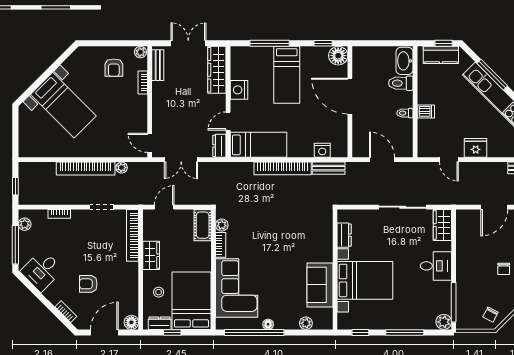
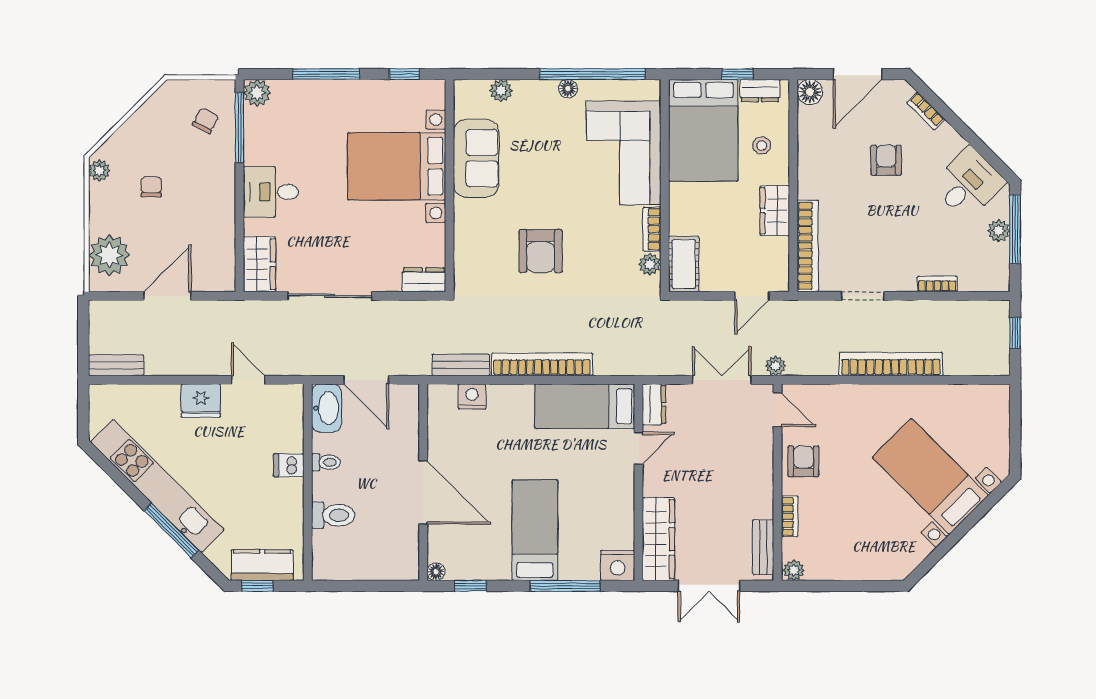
floor lamp: (338, 56) -> (436, 572), width x0.53, depth x0.53
washbasin: (405, 61) -> (327, 408), moved
armchair: (114, 68) -> (803, 461), moved
nightstand: (239, 90) -> (618, 565), moved, turned 90
plant: (122, 168) -> (776, 366), moved
plant: (25, 224) -> (999, 231), moved
armchair: (284, 232) -> (541, 251), added
dresser: (344, 235) -> (424, 280), moved, turned 90
armchair: (88, 284) -> (886, 160), turned -90
chair: (490, 315) -> (206, 120), moved

